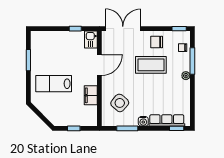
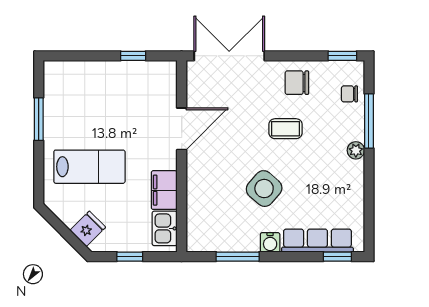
kitchen sink: (91, 39) -> (165, 228), moved
coffee table: (151, 65) -> (286, 129), width x0.54, depth x0.58
lab bench: (54, 84) -> (89, 167), turned 180
side table: (120, 103) -> (264, 189), moved
fridge: (53, 115) -> (88, 229), added

